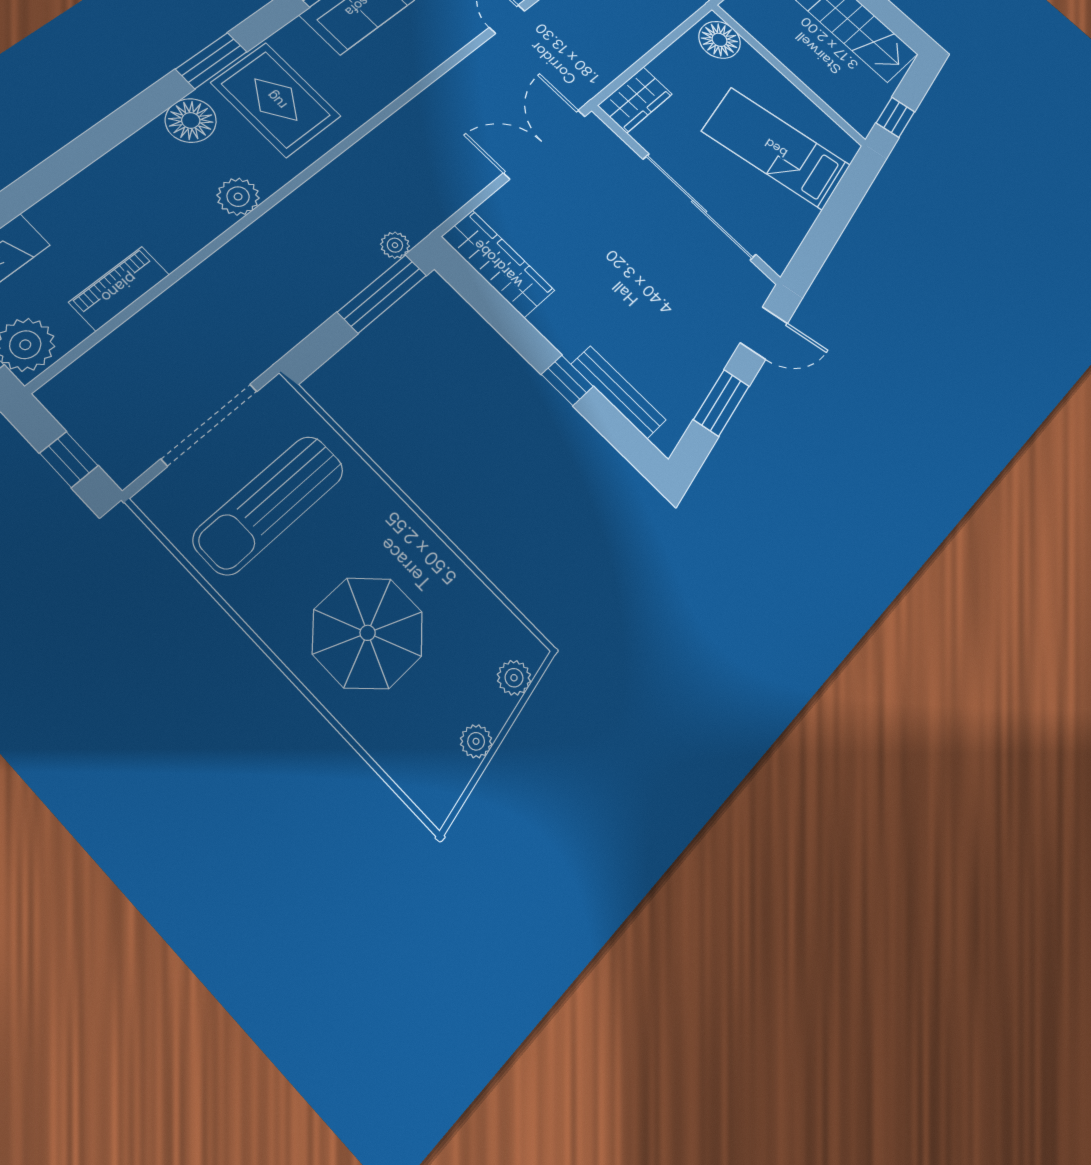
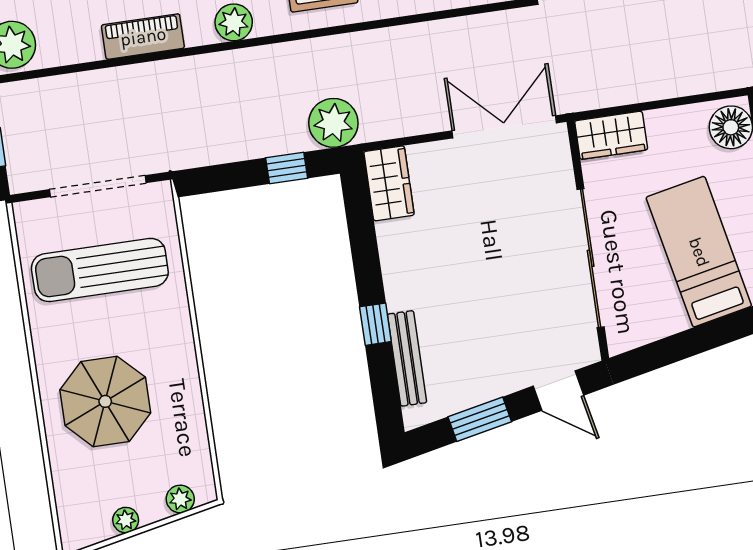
plant: (395, 245) -> (333, 123), width x1.87, depth x1.87
wardrobe: (498, 264) -> (389, 183), width x0.67
piano: (119, 288) -> (143, 37), moved
window: (382, 294) -> (287, 168), width x0.46

